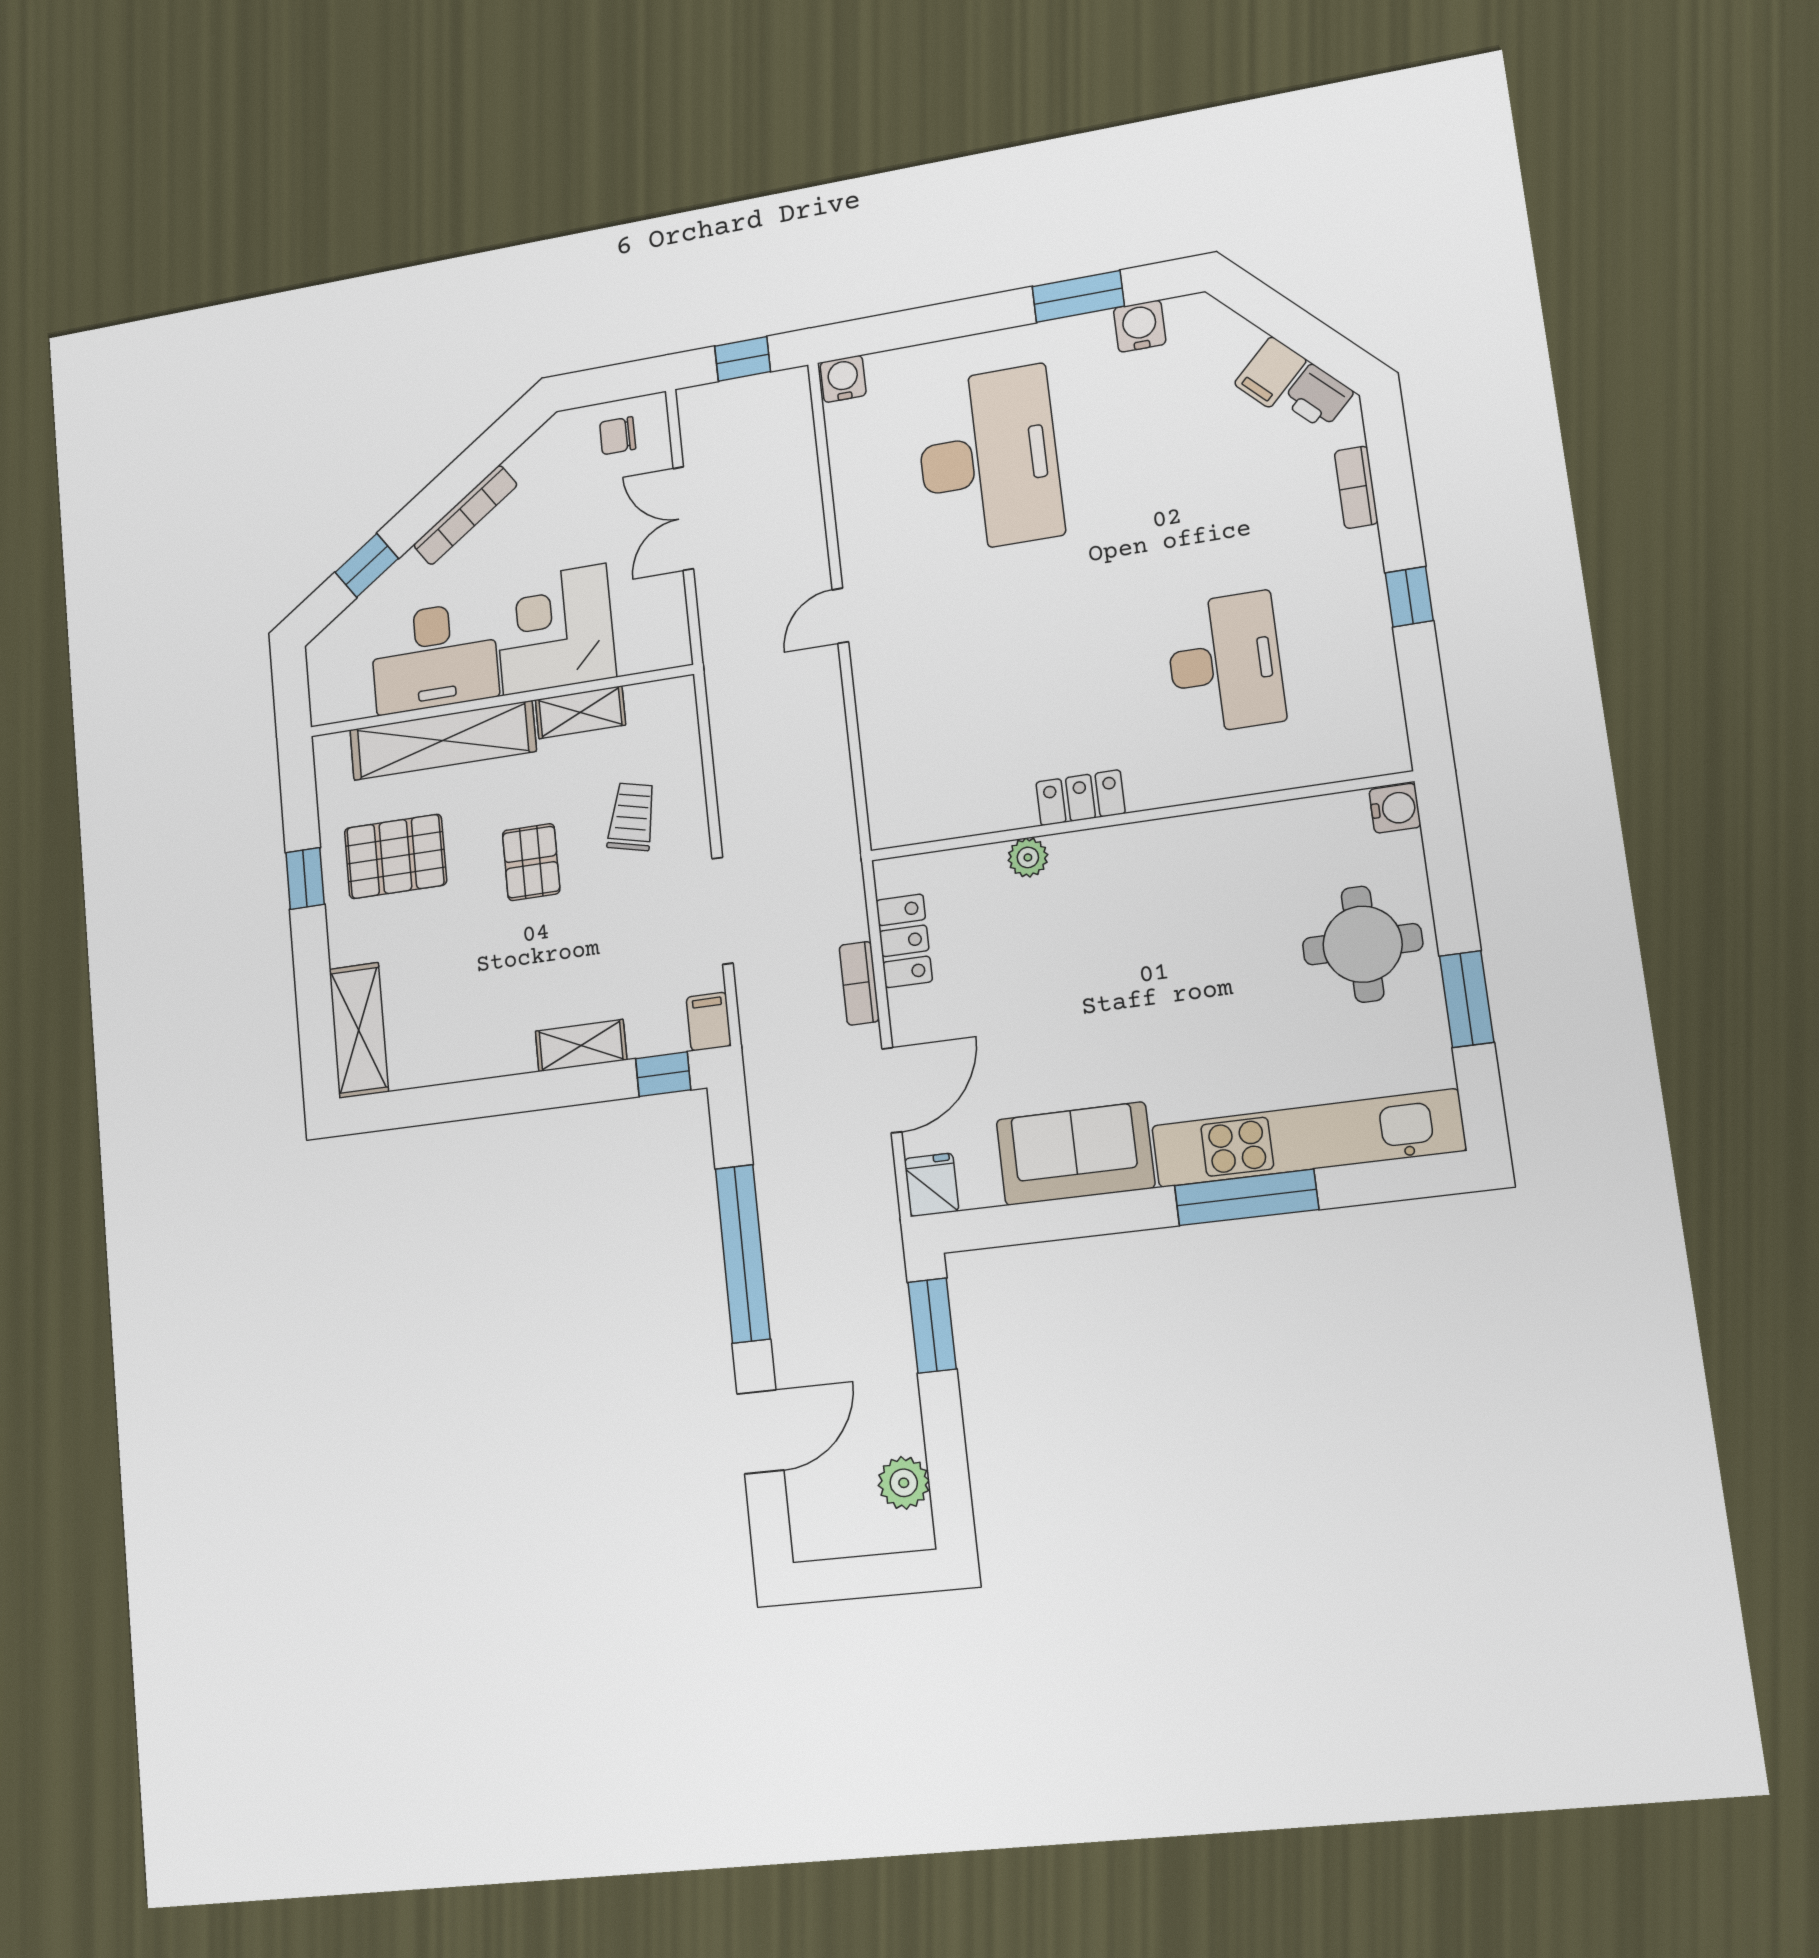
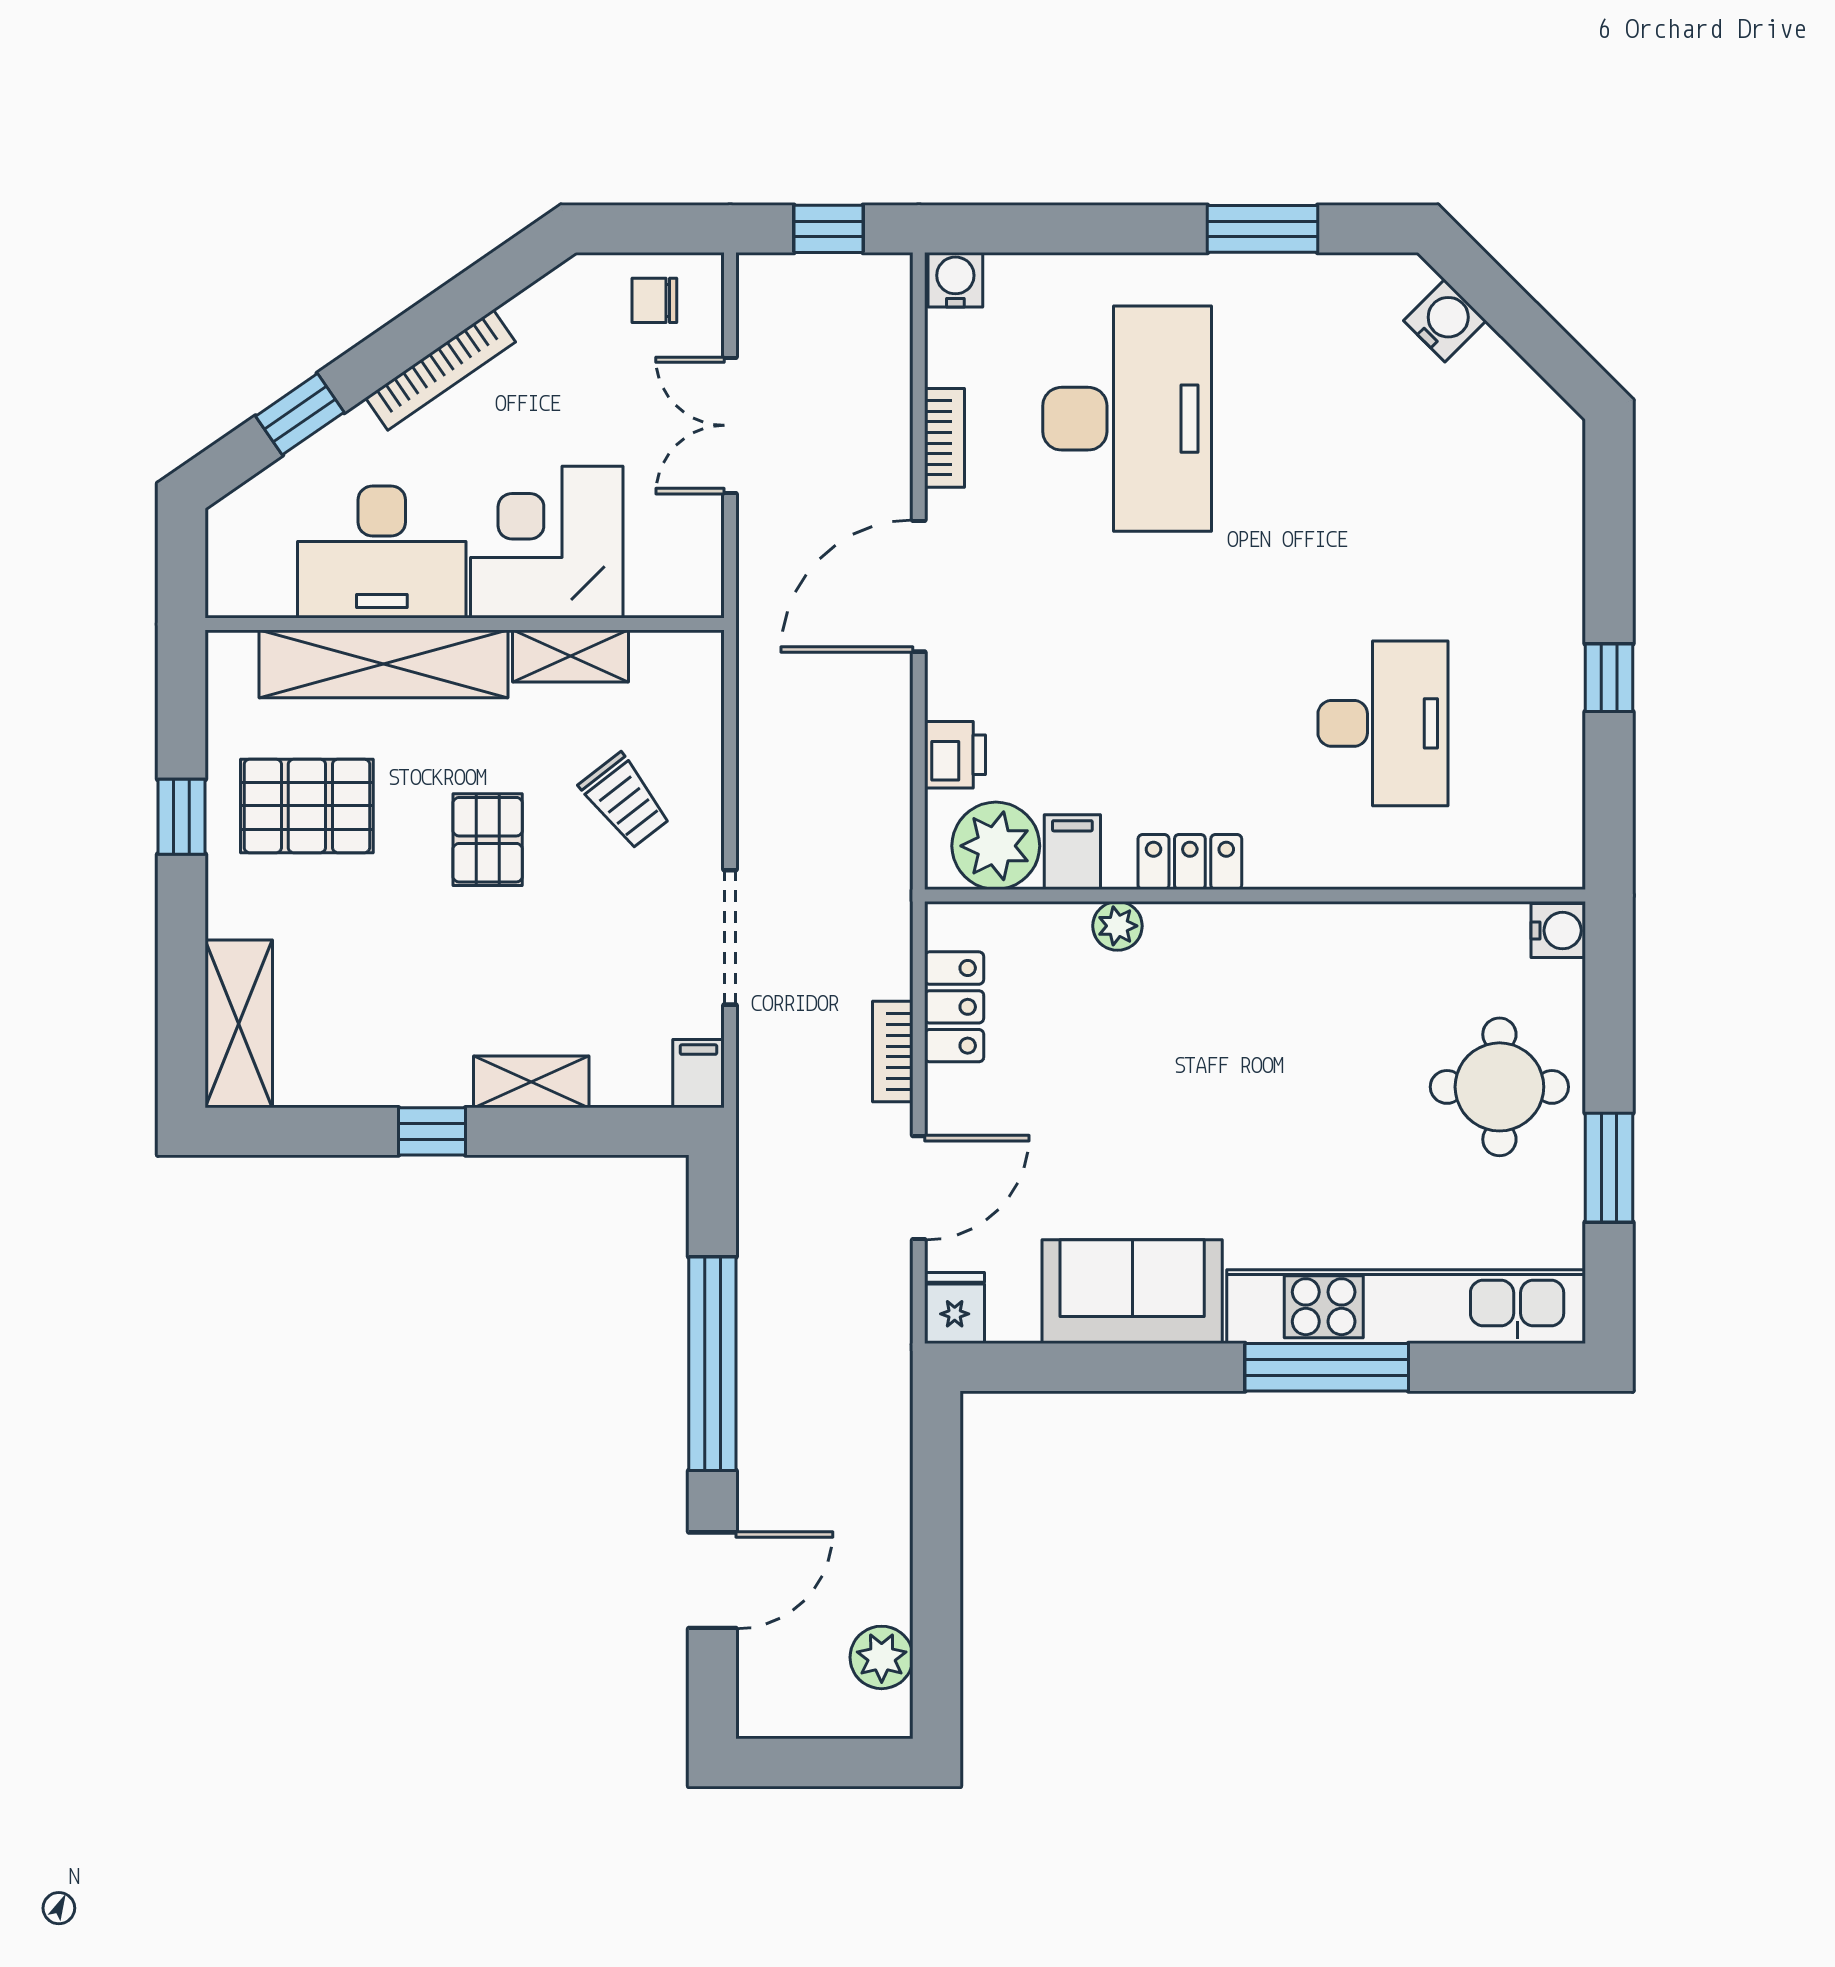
water cooler: (1140, 326) -> (1445, 321), moved, turned 45
filing cabinet: (1270, 372) -> (1072, 852), moved, turned 135
printer: (1318, 397) -> (955, 755), moved, turned -135
bookcase: (1356, 487) -> (945, 438), moved, turned 180
door: (840, 616) -> (919, 586), width x1.87
plant: (923, 808) -> (996, 846), added
trolley: (632, 817) -> (625, 801), turned 129
window: (663, 1074) -> (432, 1131), moved
window: (932, 1326) -> (937, 1476), removed

